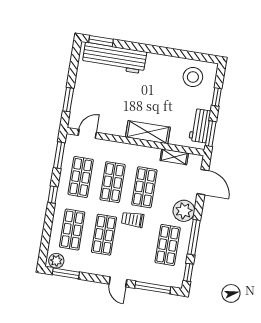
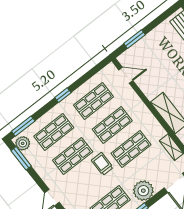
window: (59, 155) -> (23, 126), moved

